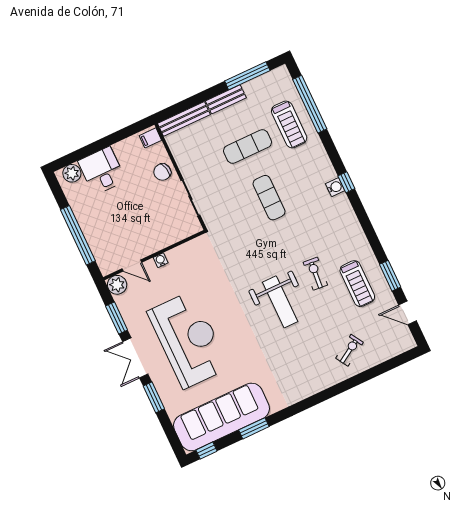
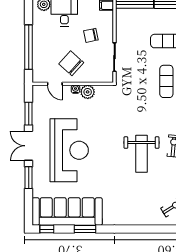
chair: (162, 172) -> (91, 35), moved
chair: (140, 230) -> (71, 63), added
plant: (117, 285) -> (88, 92), moved

